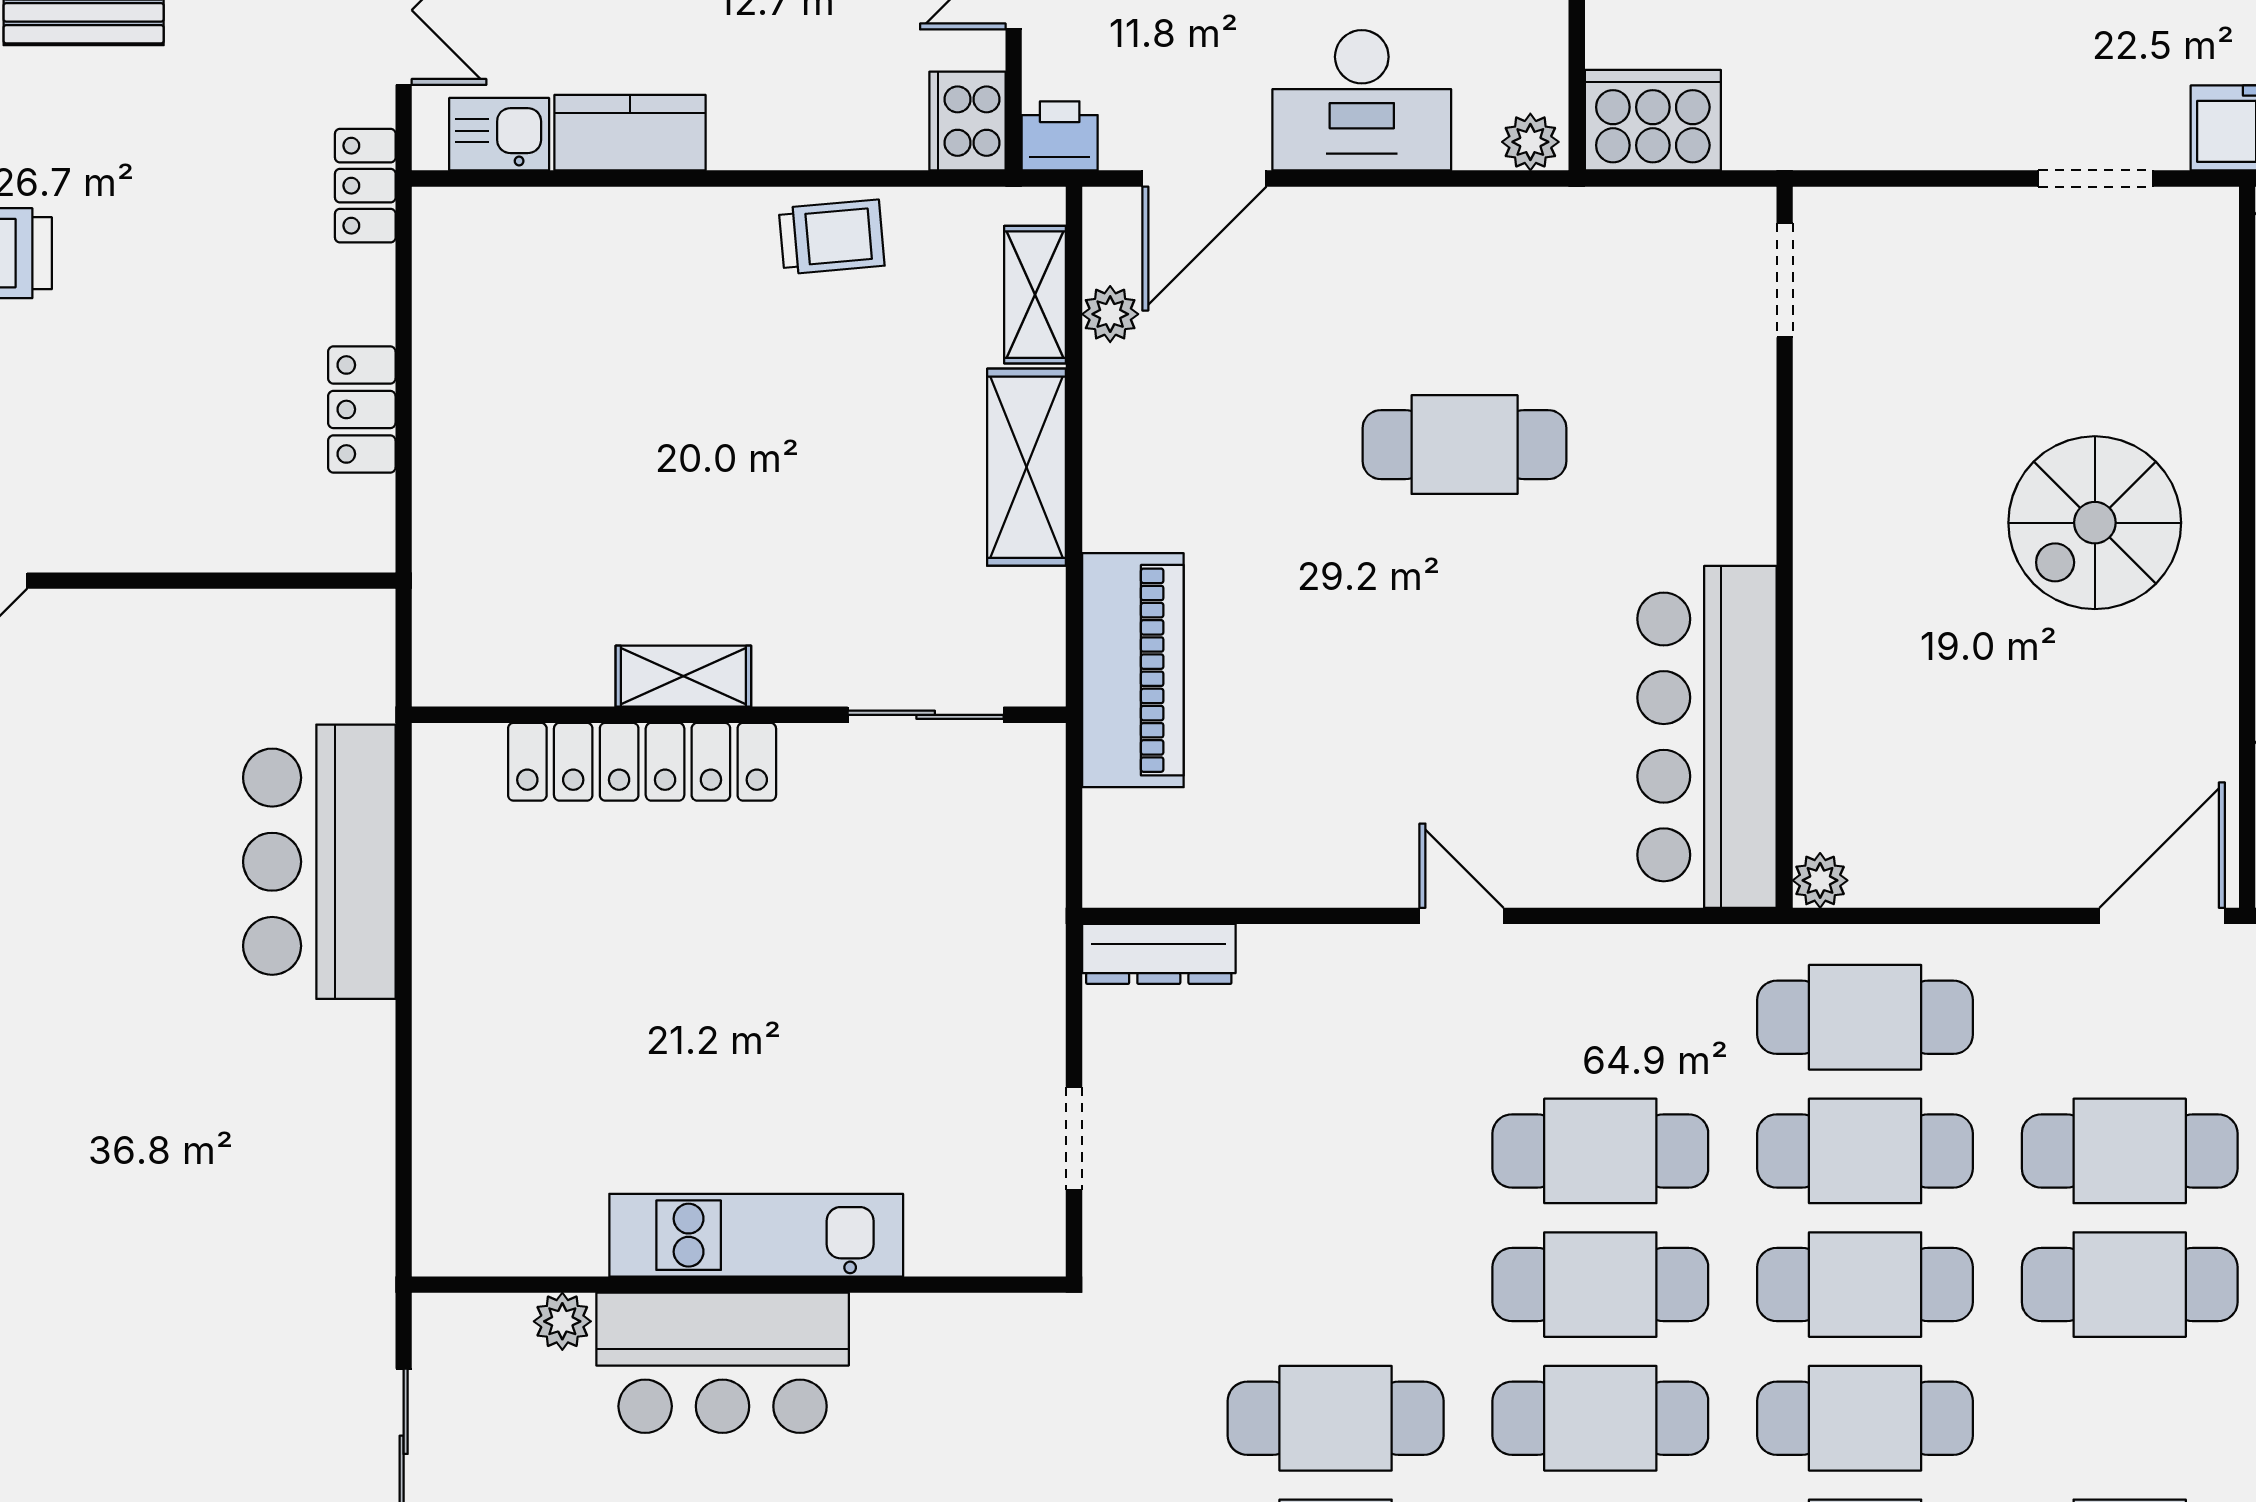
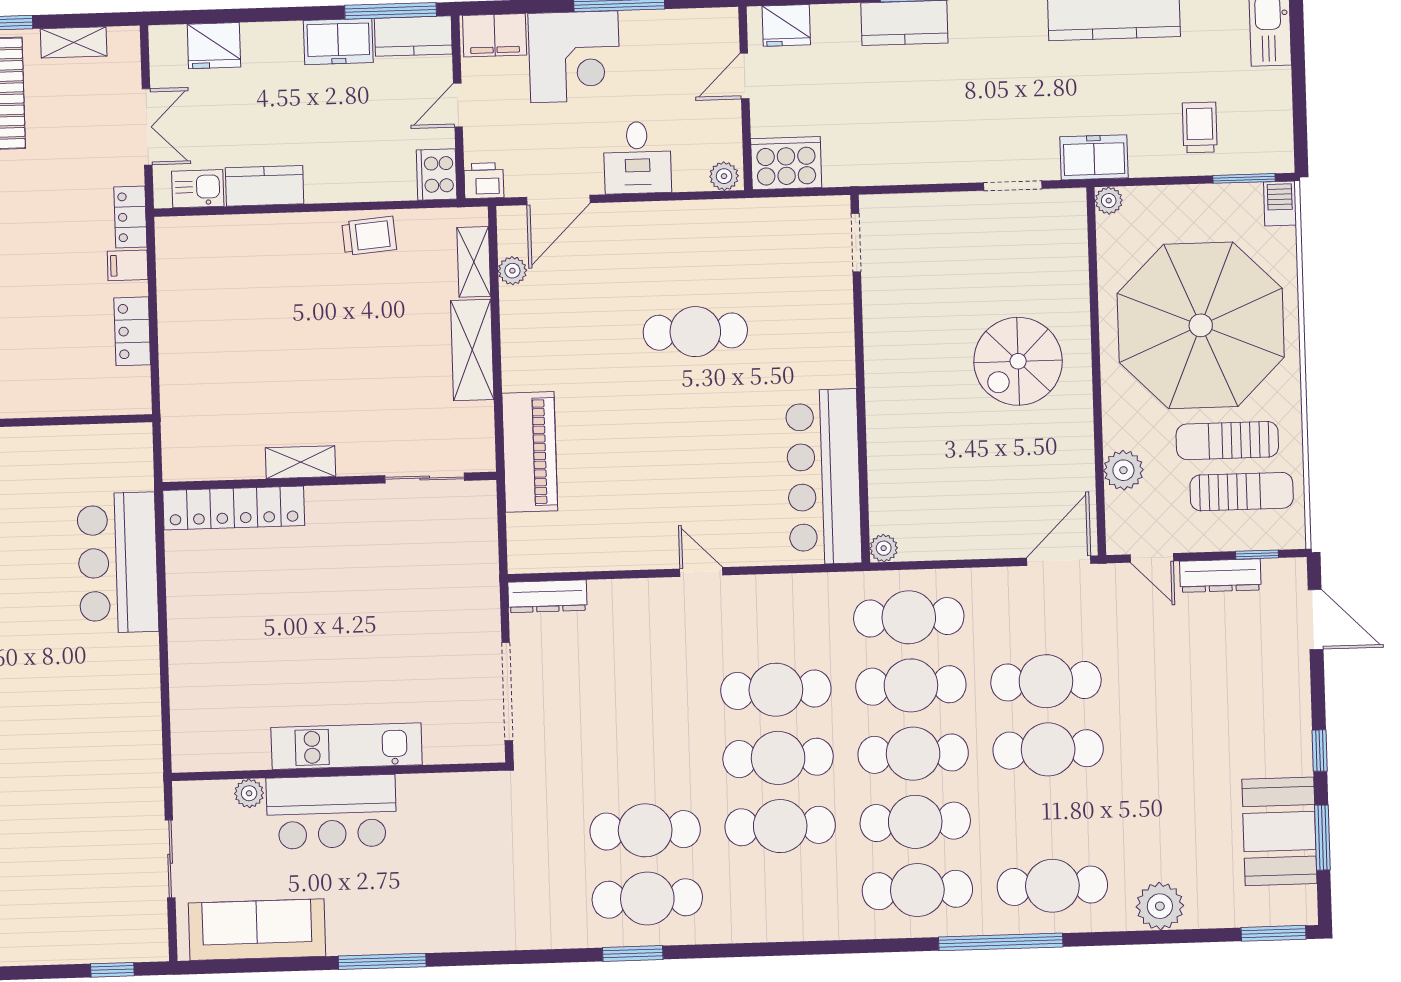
desk: (1362, 100) -> (637, 158), width x0.73
filing cabinet: (357, 280) -> (128, 265), added
locker: (642, 762) -> (234, 508), moved
doorway: (1074, 1138) -> (507, 692), width x1.87

